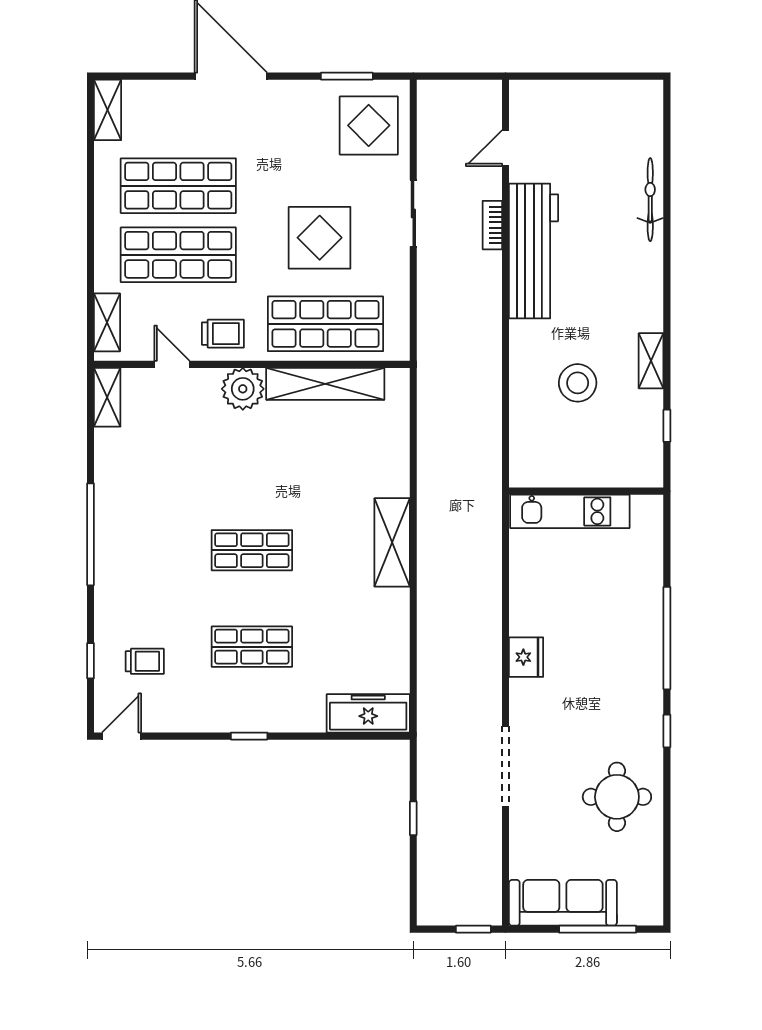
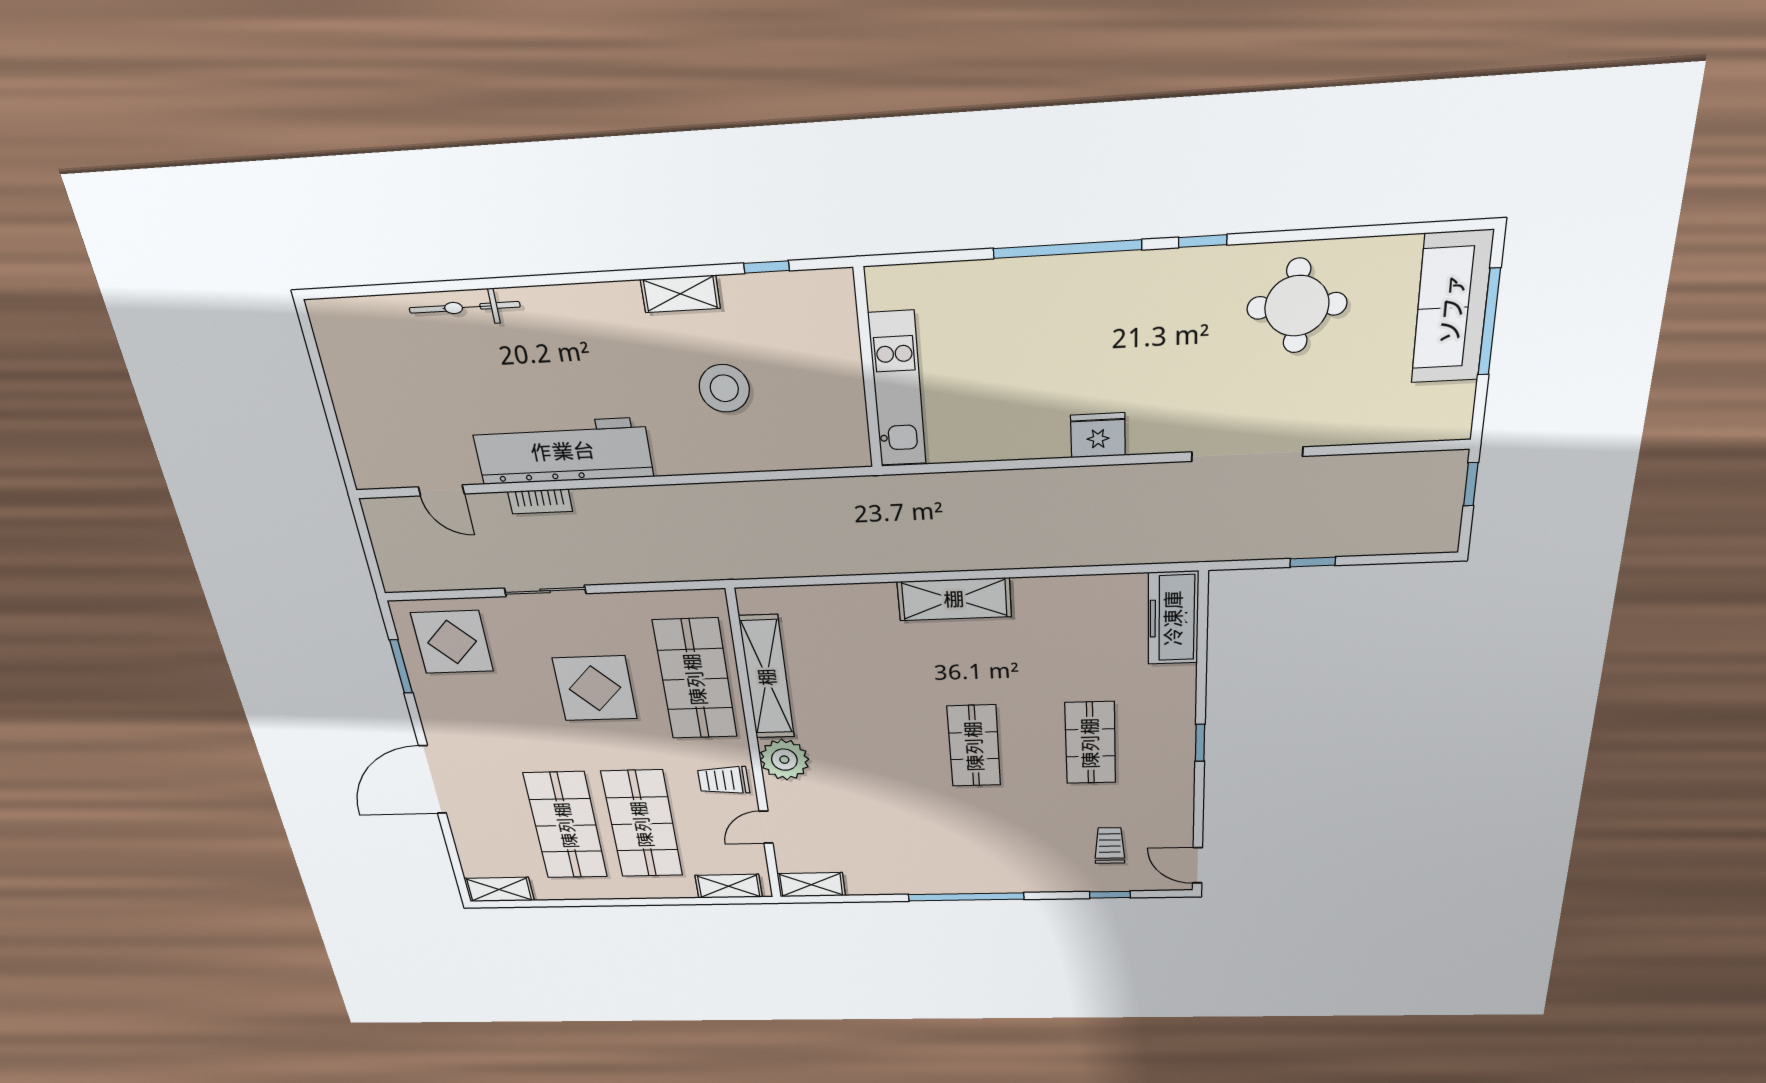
trolley: (223, 334) -> (724, 780), turned -90
sofa: (563, 903) -> (1452, 308), moved

